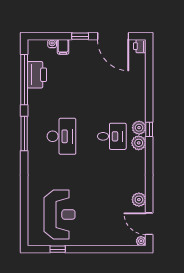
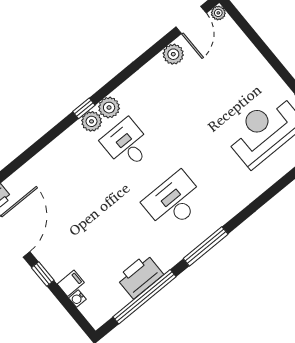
printer: (37, 75) -> (140, 276), moved

